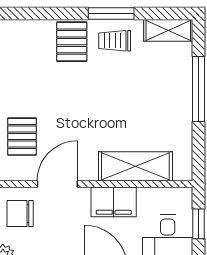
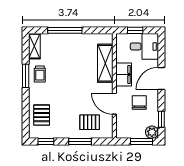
pallet: (72, 42) -> (42, 115), moved, turned 90
chair: (20, 213) -> (139, 102), moved, turned 180

